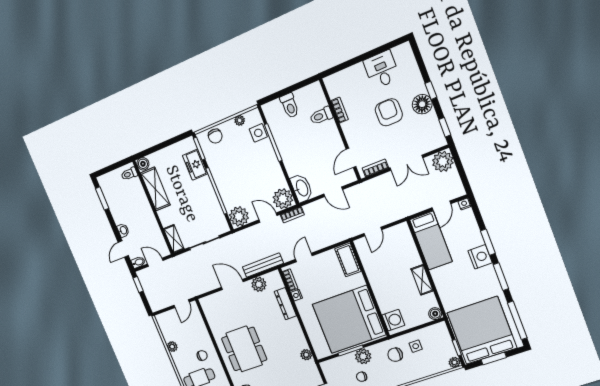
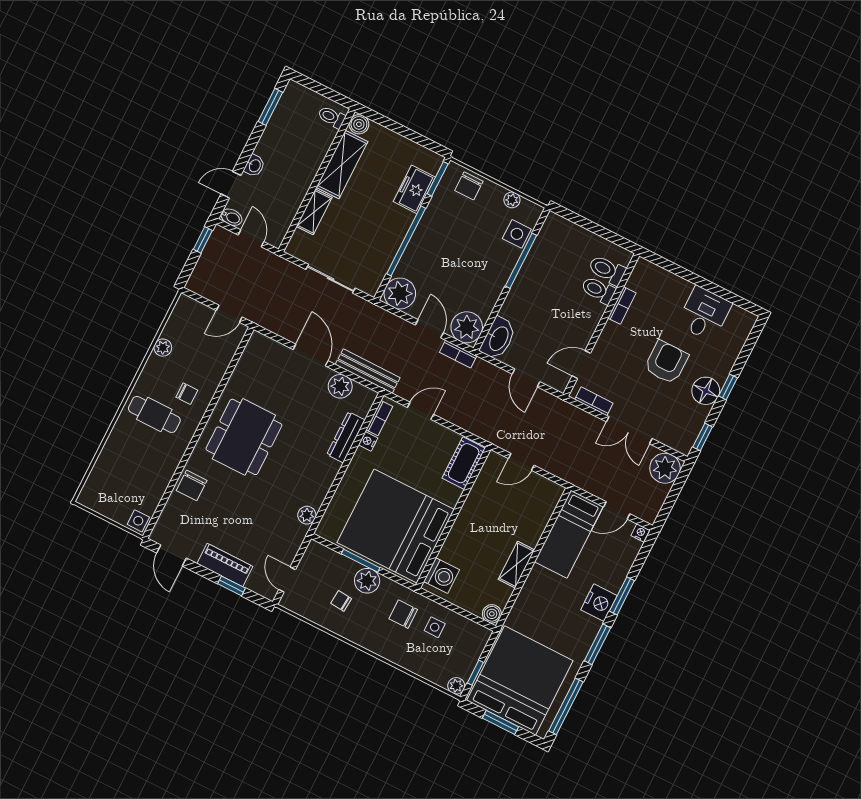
toilet: (290, 106) -> (607, 270), moved, turned 90
shelving: (174, 239) -> (314, 212), moved

